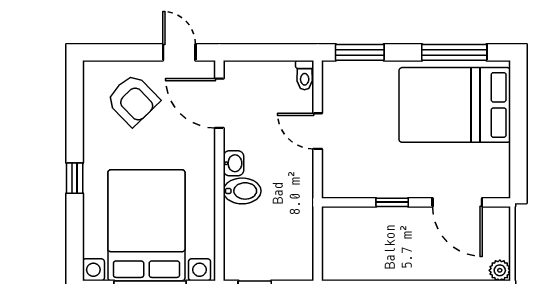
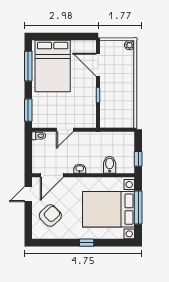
bidet: (242, 191) -> (110, 165), moved
door: (457, 202) -> (98, 65), swing flipped

